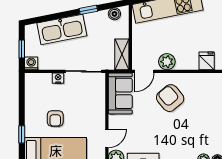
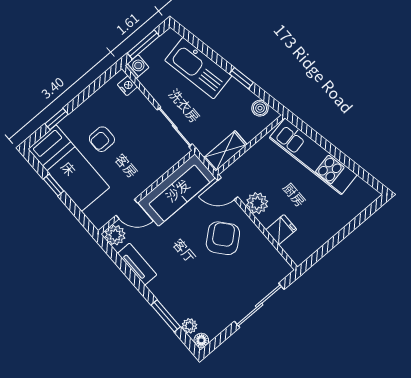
window: (22, 49) -> (143, 45), width x1.50
fridge: (207, 61) -> (281, 230), moved
nightstand: (58, 78) -> (127, 86), moved
sofa: (120, 93) -> (177, 190), width x1.36

